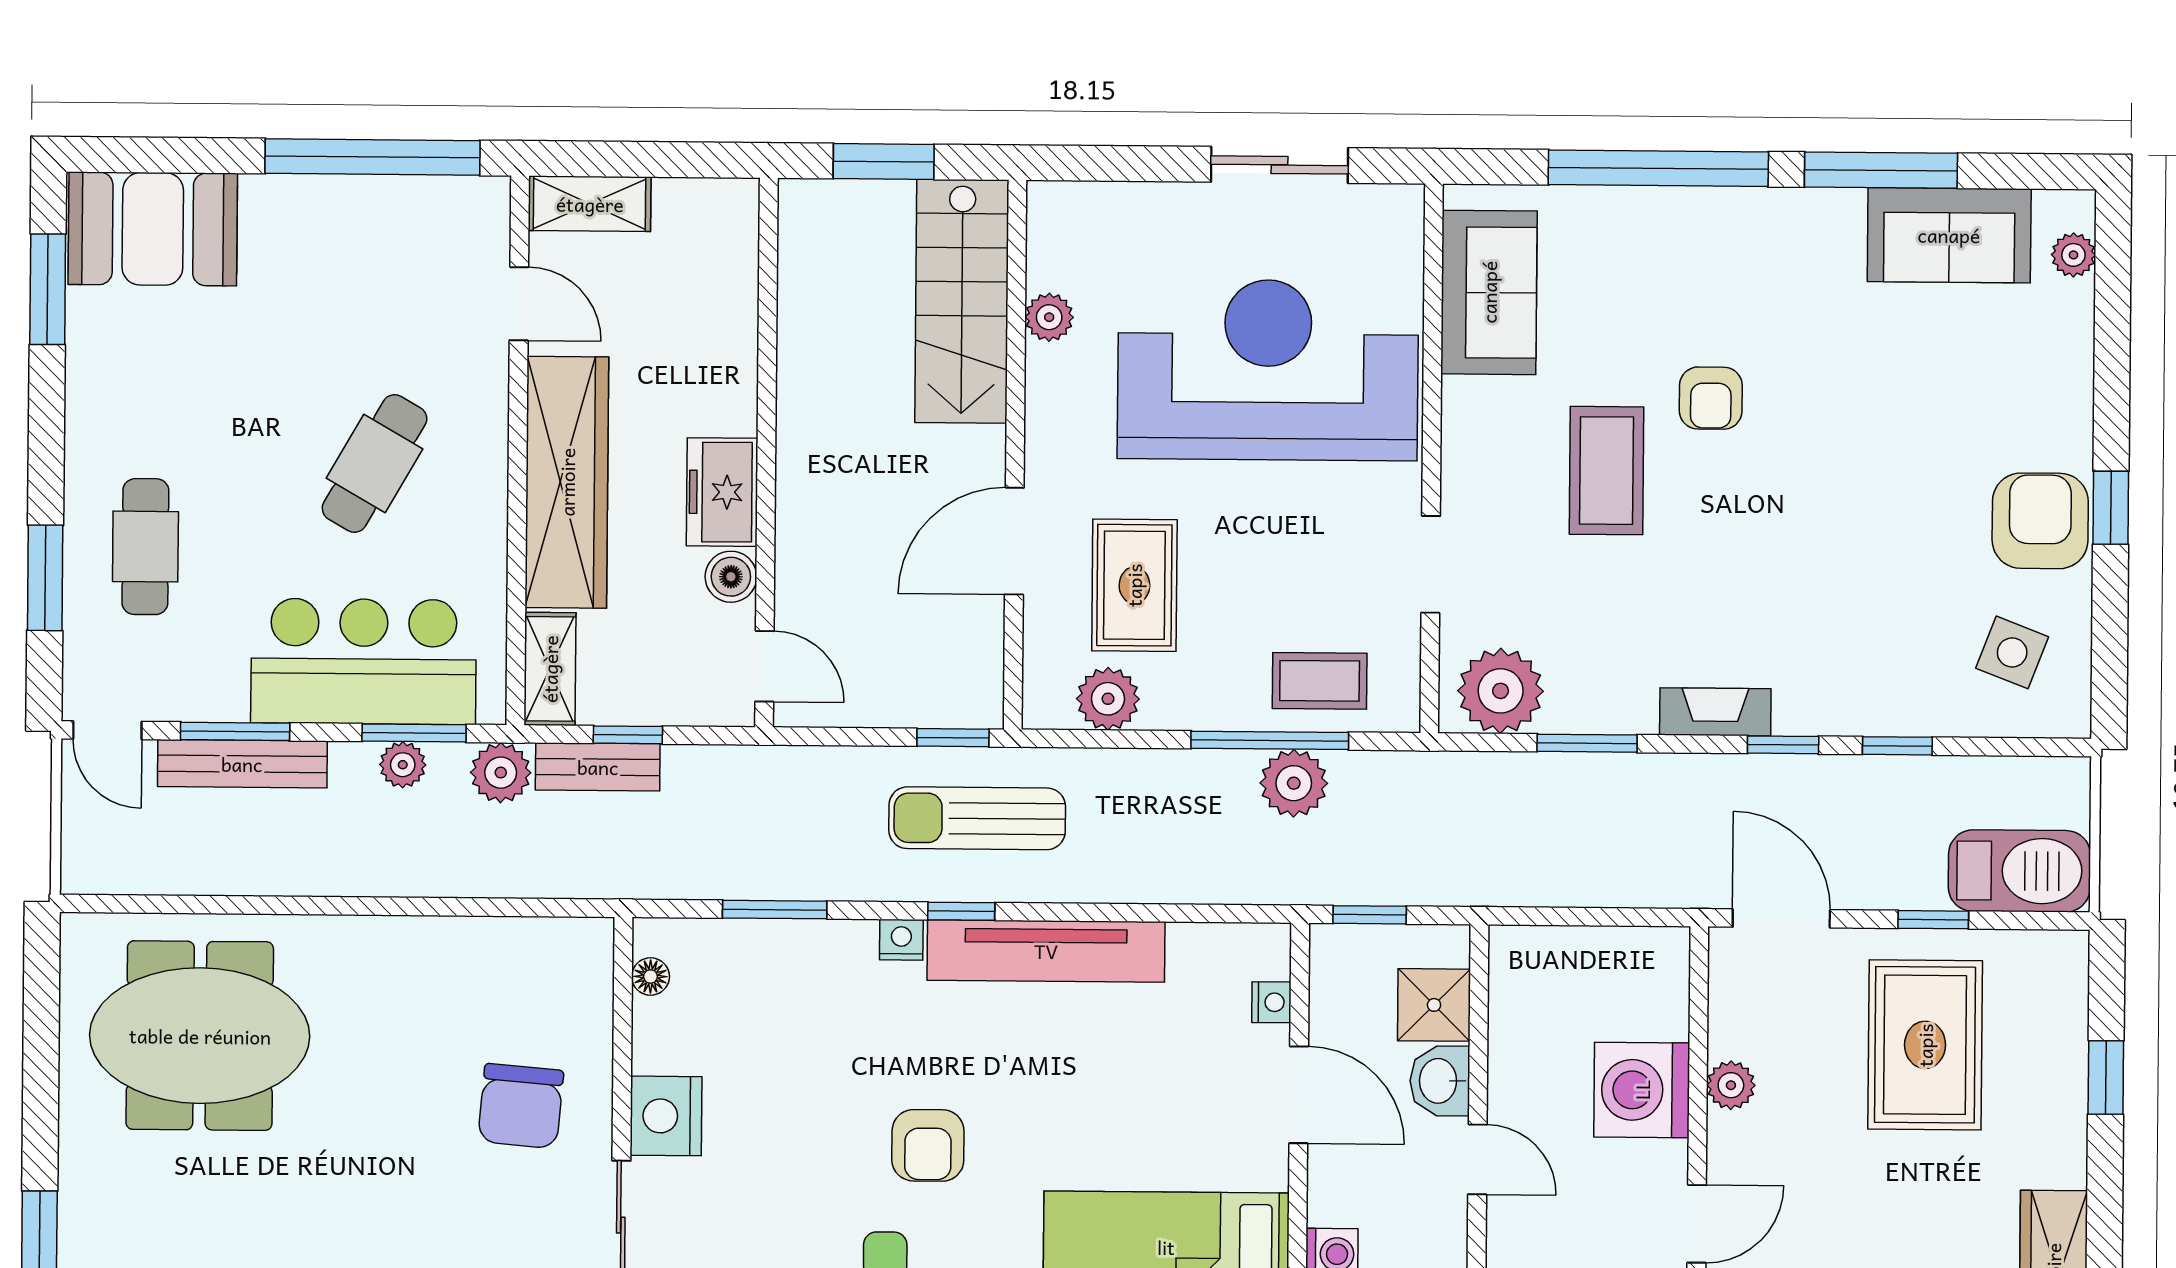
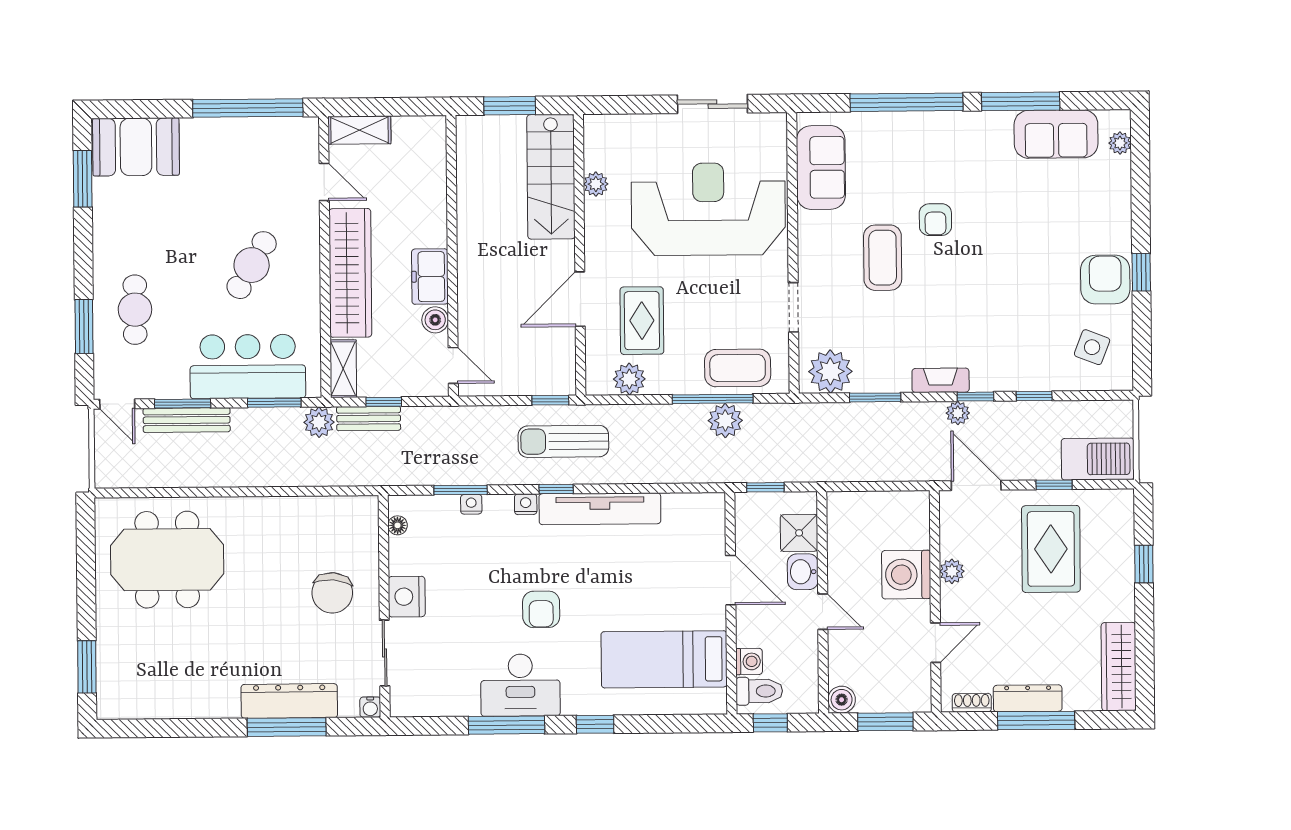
coffee table: (1320, 681) -> (738, 368), width x1.36, depth x1.30
plant: (403, 765) -> (958, 413), moved
nightstand: (1271, 1002) -> (471, 504), moved, turned -90

